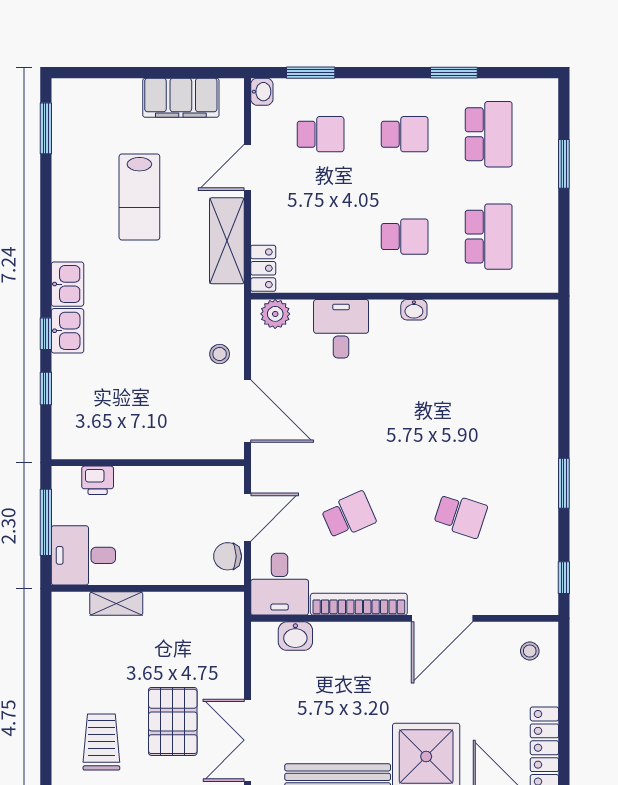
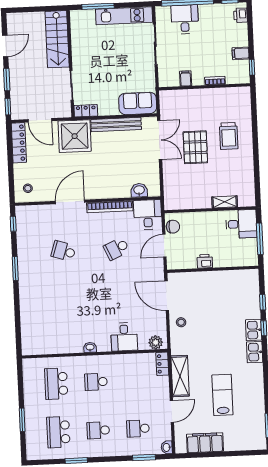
printer: (98, 480) -> (205, 261), moved

